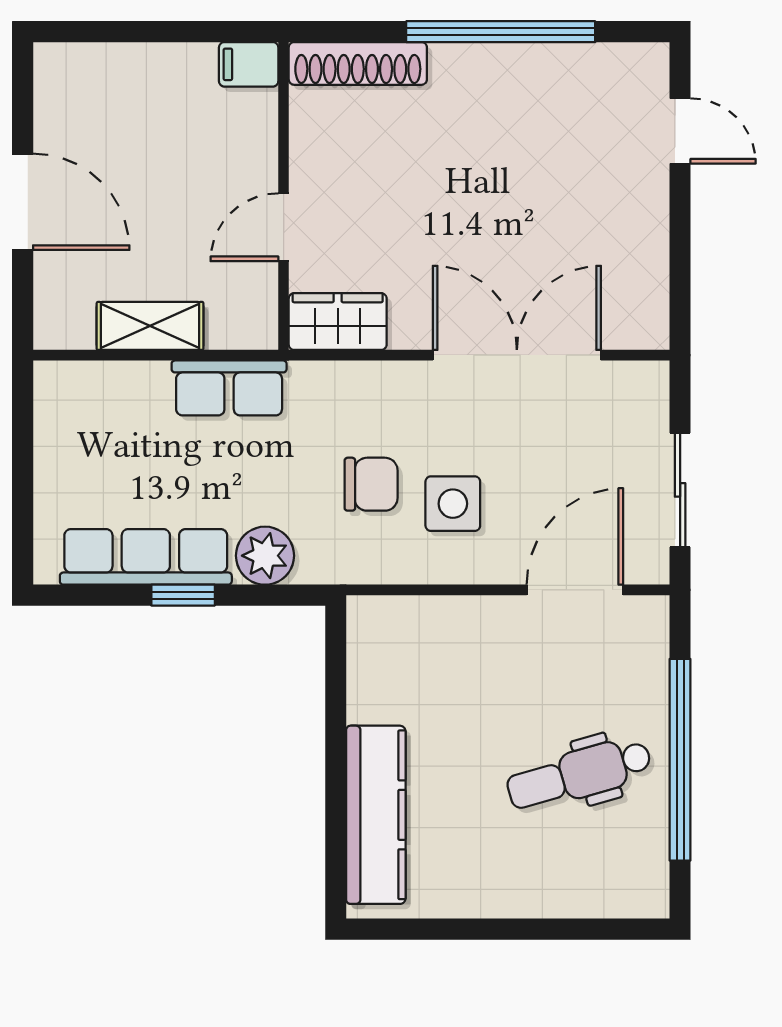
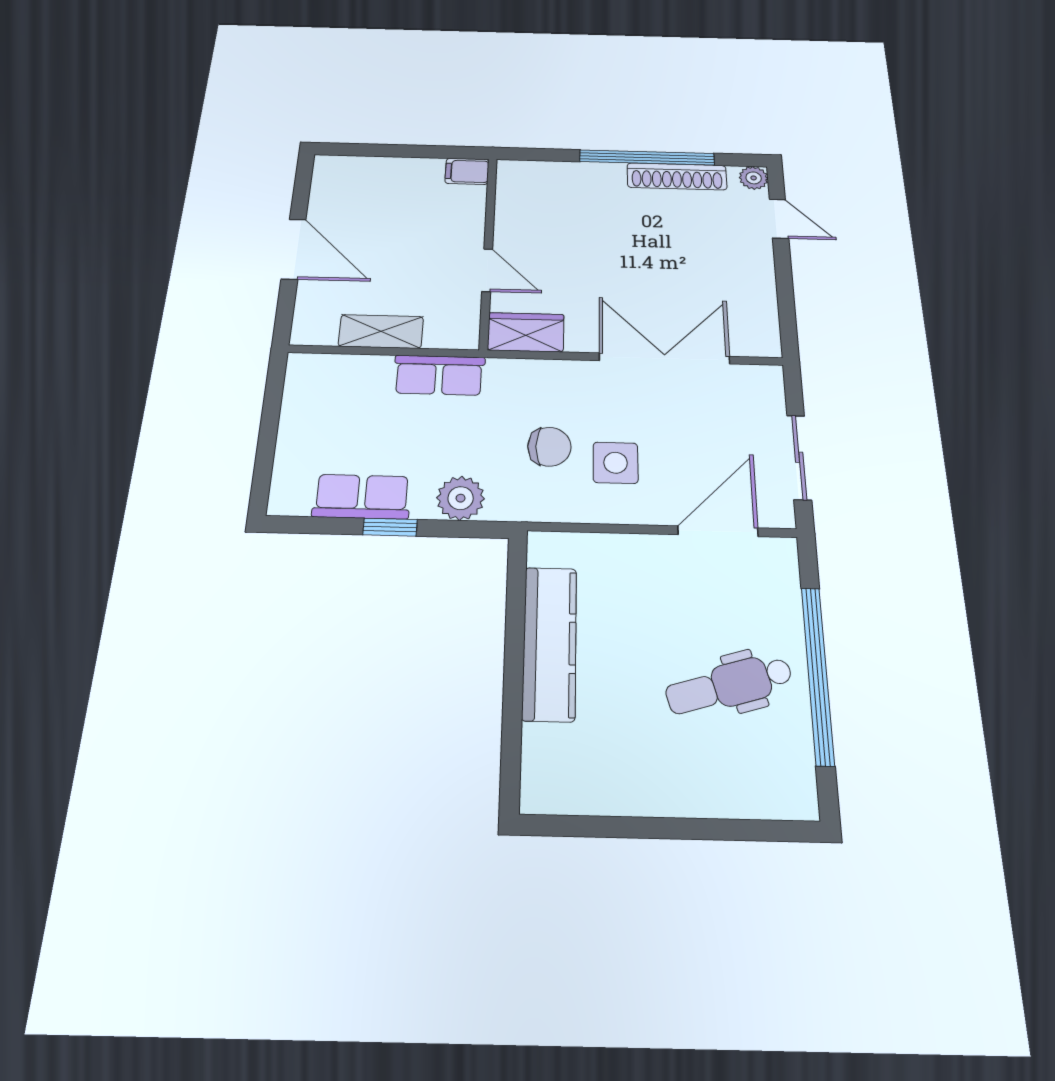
plant: (649, 62) -> (754, 178), added
shoe rack: (358, 63) -> (677, 176), moved
door: (284, 227) -> (487, 270), swing flipped
row of seats: (146, 557) -> (362, 497), width x0.68
kitchen counter: (376, 815) -> (550, 643), moved

